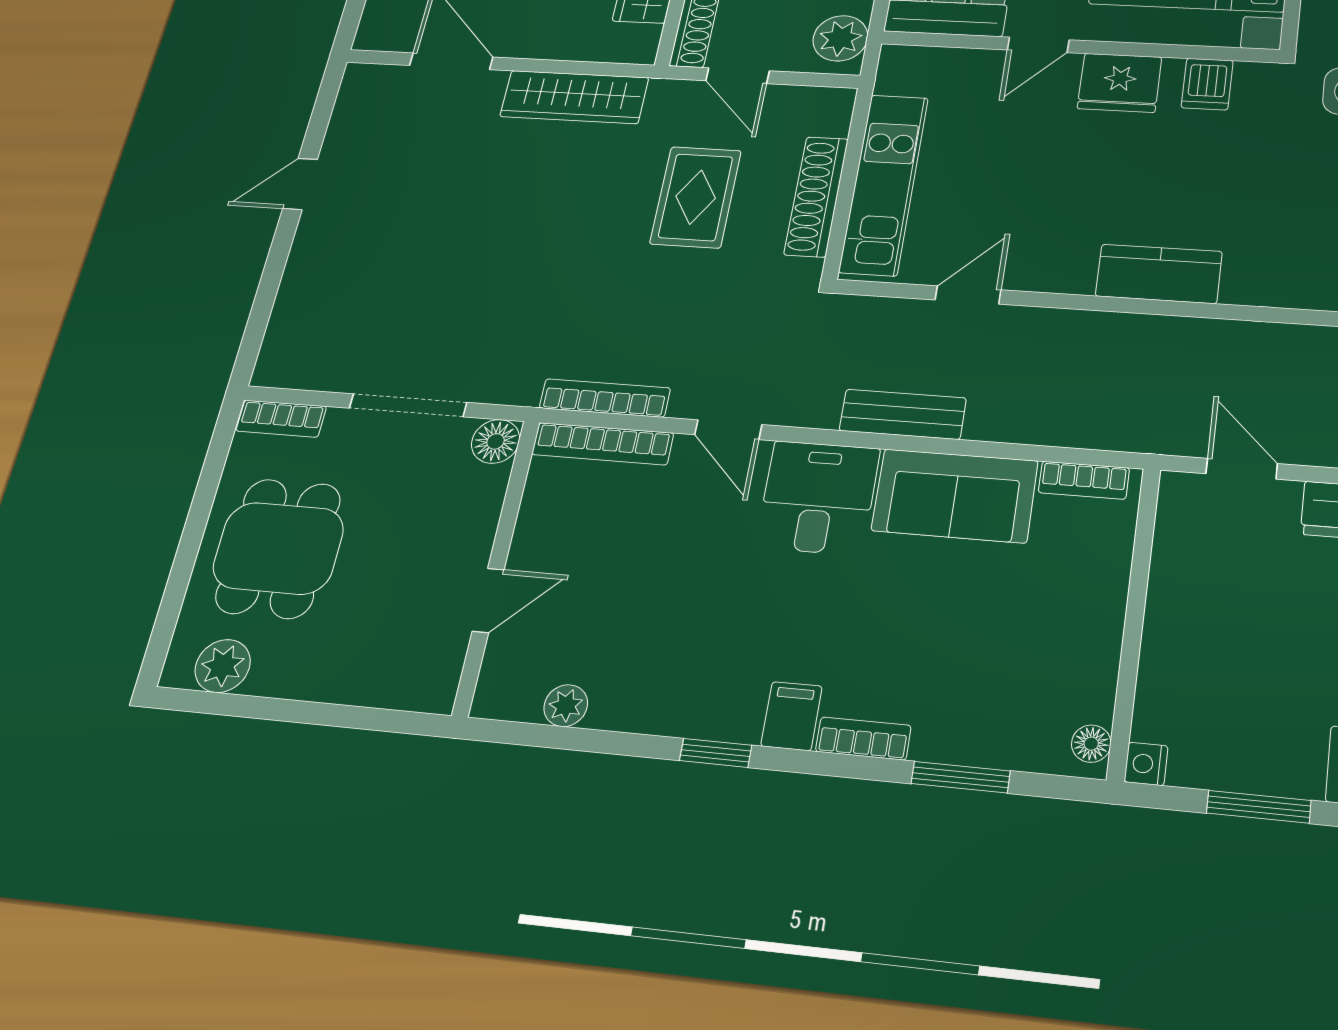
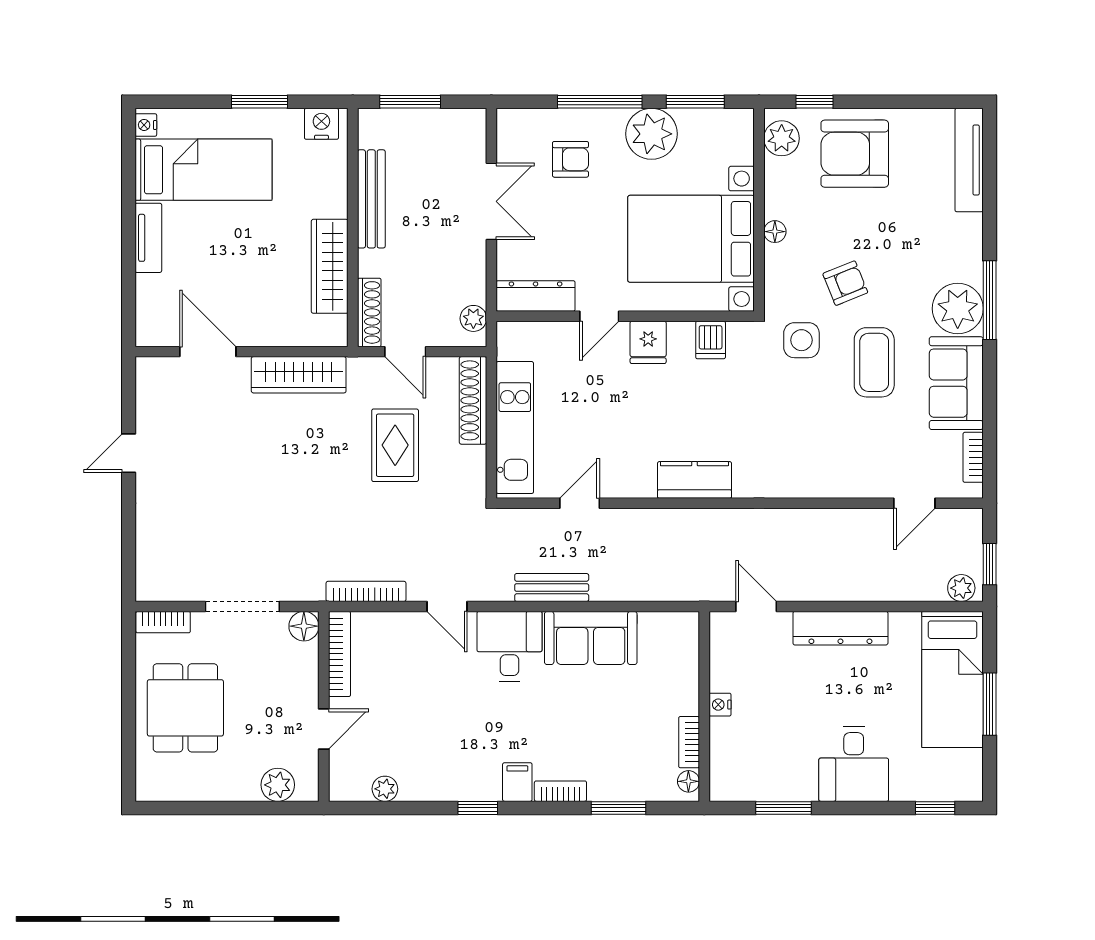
plant: (840, 38) -> (473, 318), width x0.73, depth x0.73
fridge: (1120, 83) -> (648, 342), width x0.72
shoe rack: (816, 196) -> (473, 400), moved
bookcase: (603, 444) -> (339, 654), moved, turned -90
bookcase: (1084, 480) -> (689, 742), moved, turned 90
plant: (223, 666) -> (278, 785), moved
nightstand: (1146, 764) -> (720, 705), moved

